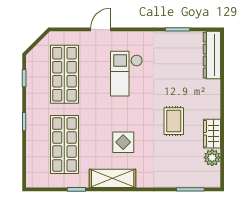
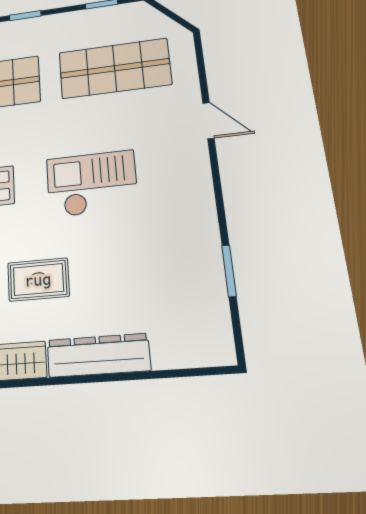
dresser: (212, 55) -> (98, 355), moved
checkout: (126, 74) -> (92, 184), moved

